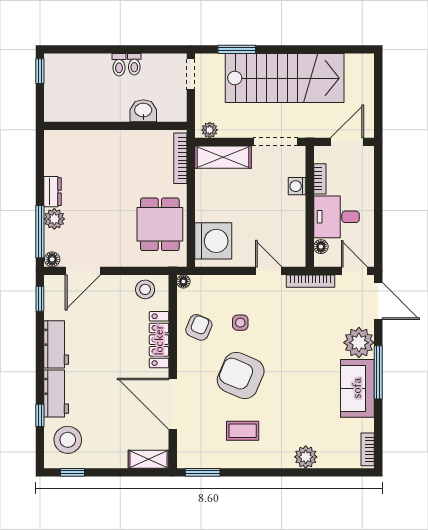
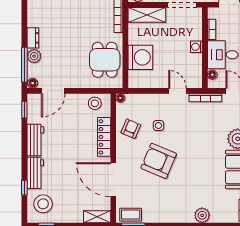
washing machine: (297, 186) -> (196, 47), moved
washing machine: (213, 241) -> (140, 57), moved
coffee table: (243, 431) -> (131, 215), moved

